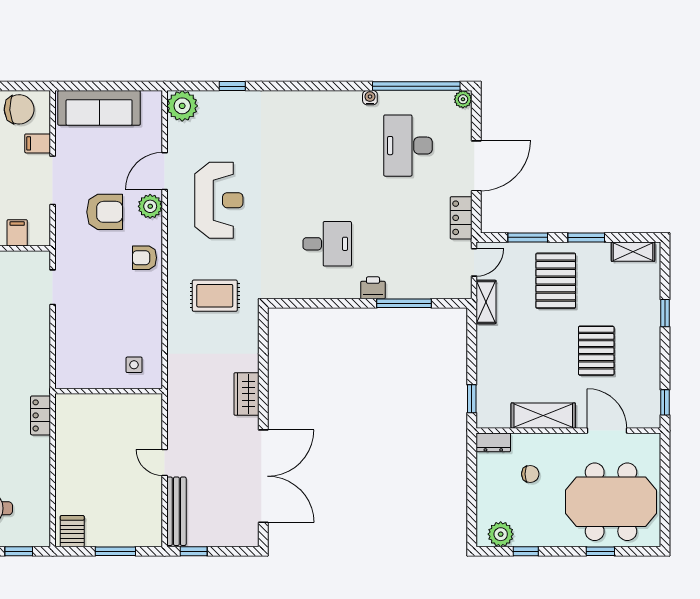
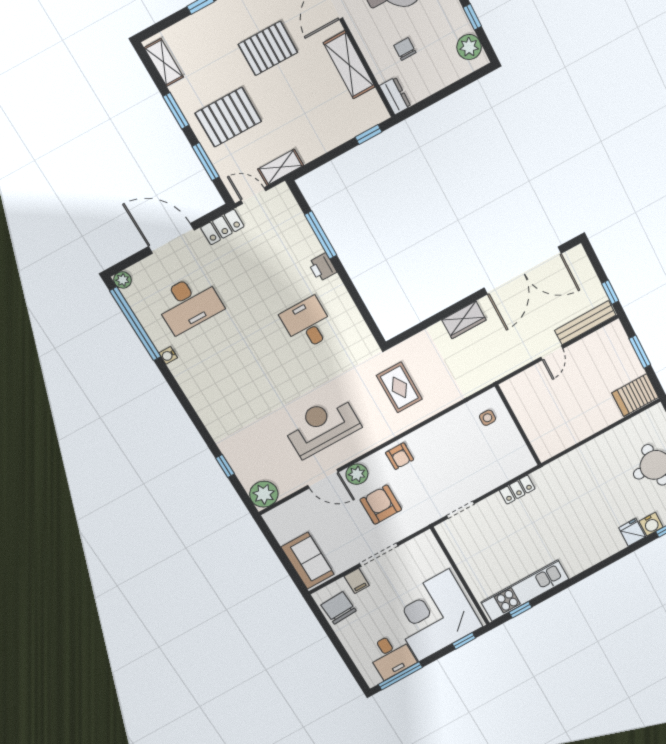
sofa: (99, 108) -> (308, 561), width x0.73
filing cabinet: (17, 233) -> (433, 557), removed
locker: (41, 415) -> (517, 490), moved
double door: (263, 476) -> (523, 271), swing flipped
server rack: (72, 531) -> (635, 395), width x1.36, depth x1.44

